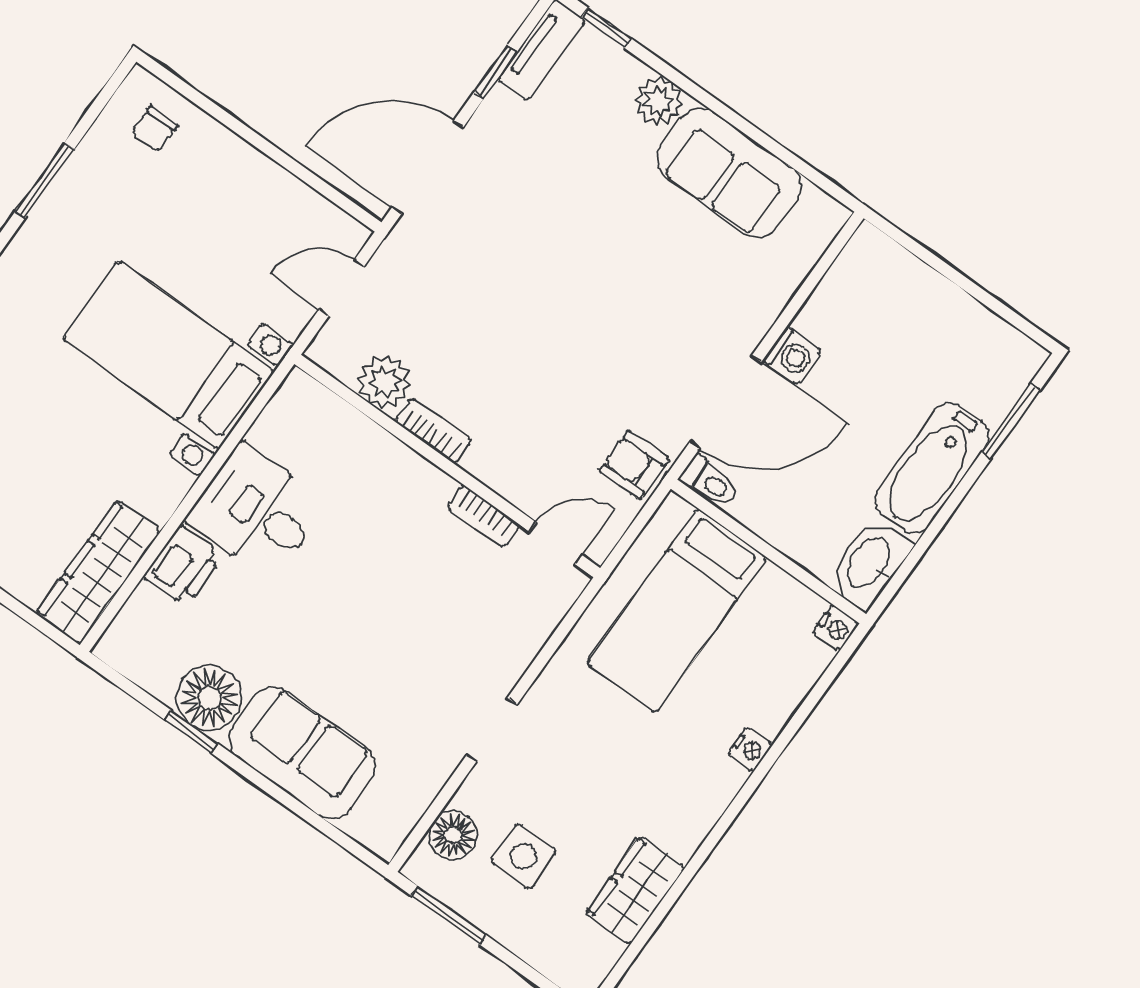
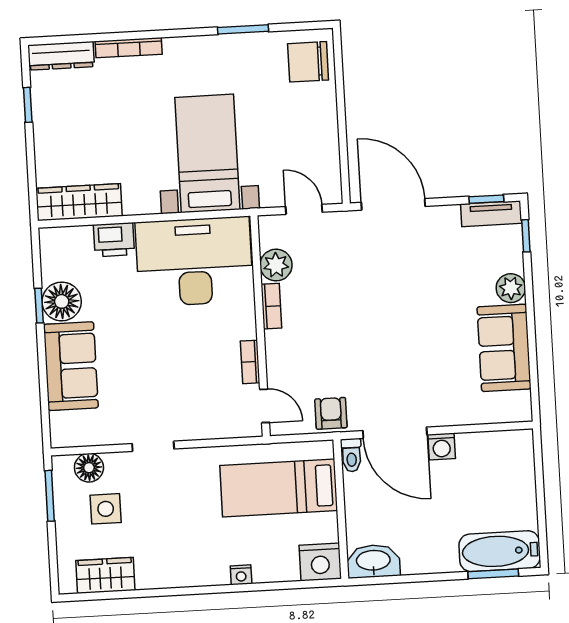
window: (495, 72) -> (486, 199), moved
chair: (154, 129) -> (308, 62), width x1.87, depth x1.87
bathtub: (932, 468) -> (500, 551), moved
desk: (256, 511) -> (194, 262), width x1.87, depth x1.30
nightstand: (836, 628) -> (320, 562), width x1.89, depth x1.79
wardrobe: (635, 890) -> (105, 575), moved

